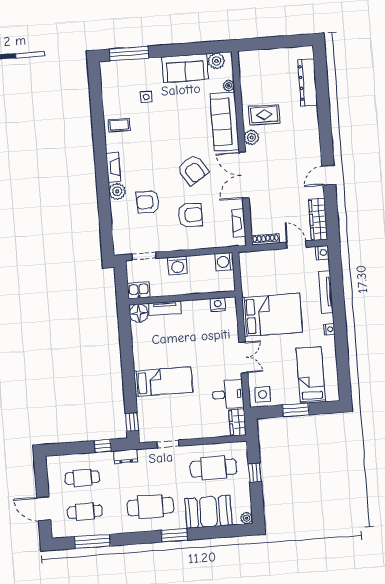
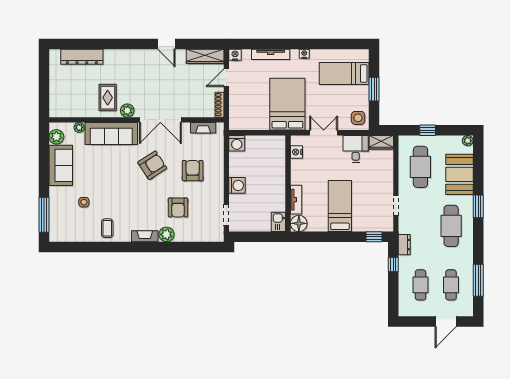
kitchen sink: (139, 290) -> (278, 222), moved
wall: (182, 298) -> (288, 183), moved
nightstand: (218, 305) -> (296, 152), moved
tv unit: (165, 308) -> (296, 200), moved
floor lamp: (139, 313) -> (299, 223), moved

